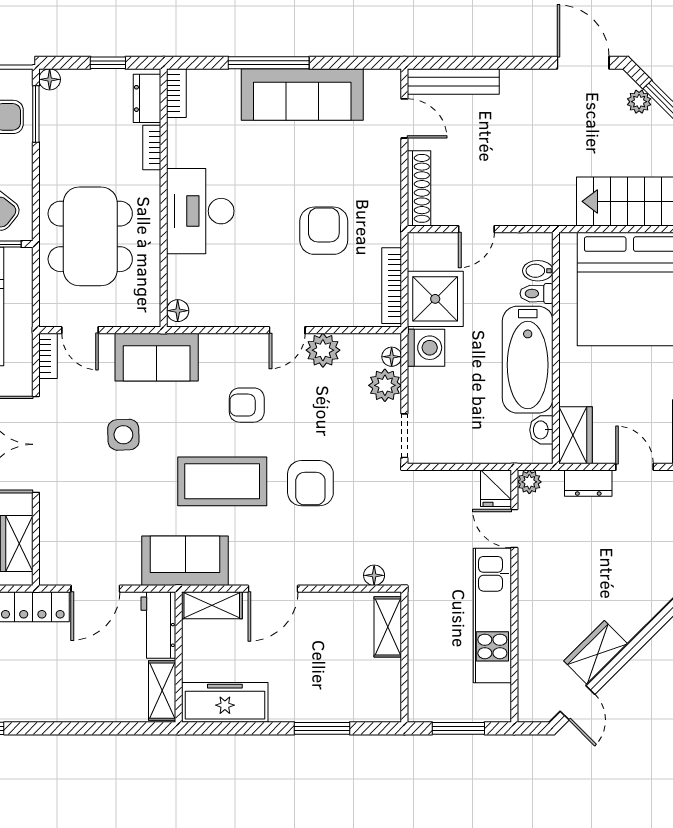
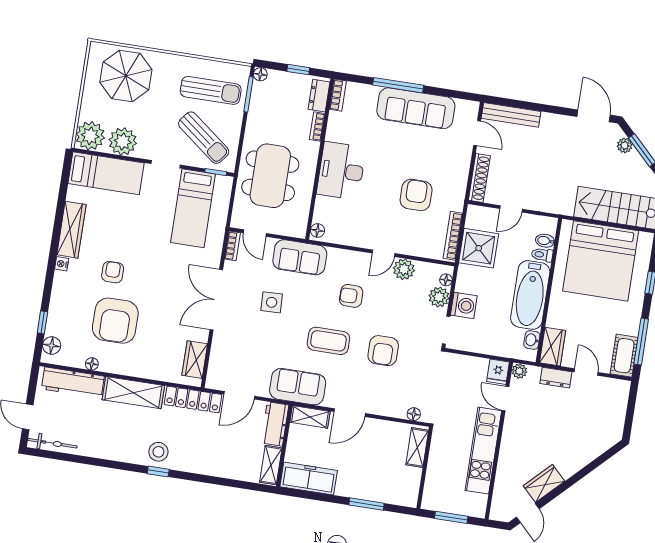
washing machine: (426, 348) -> (464, 305), moved
coffee table: (222, 481) -> (328, 341), width x0.73, depth x0.76

